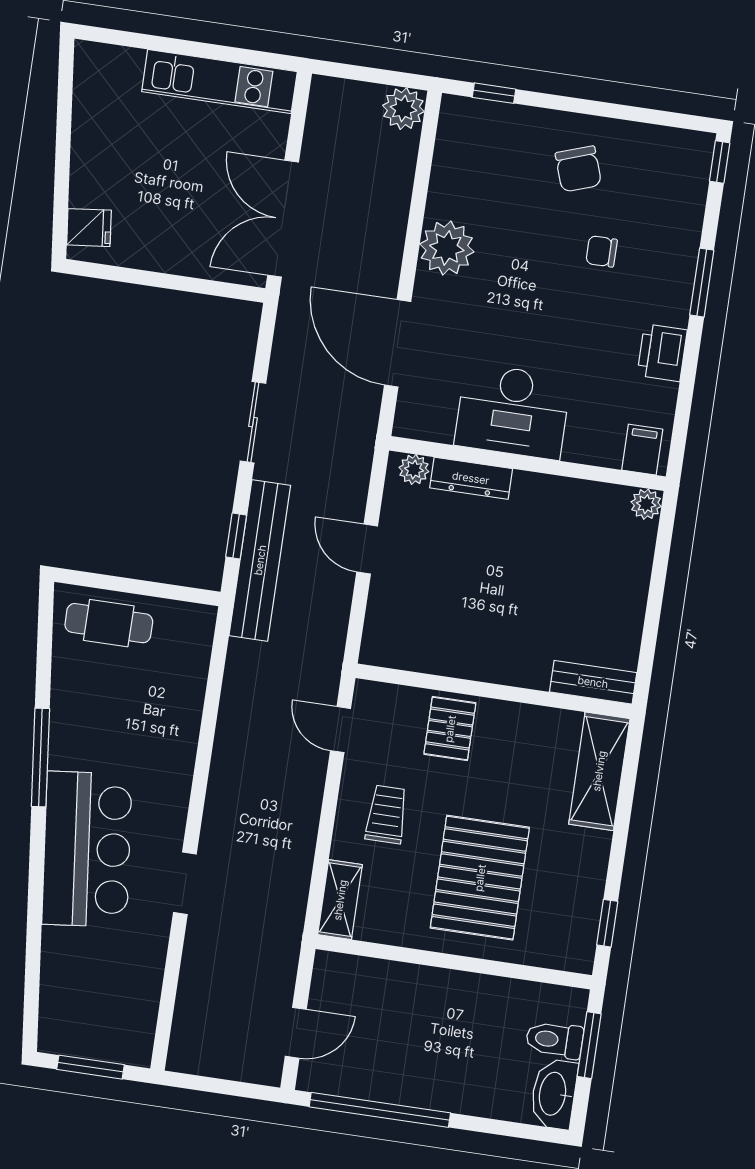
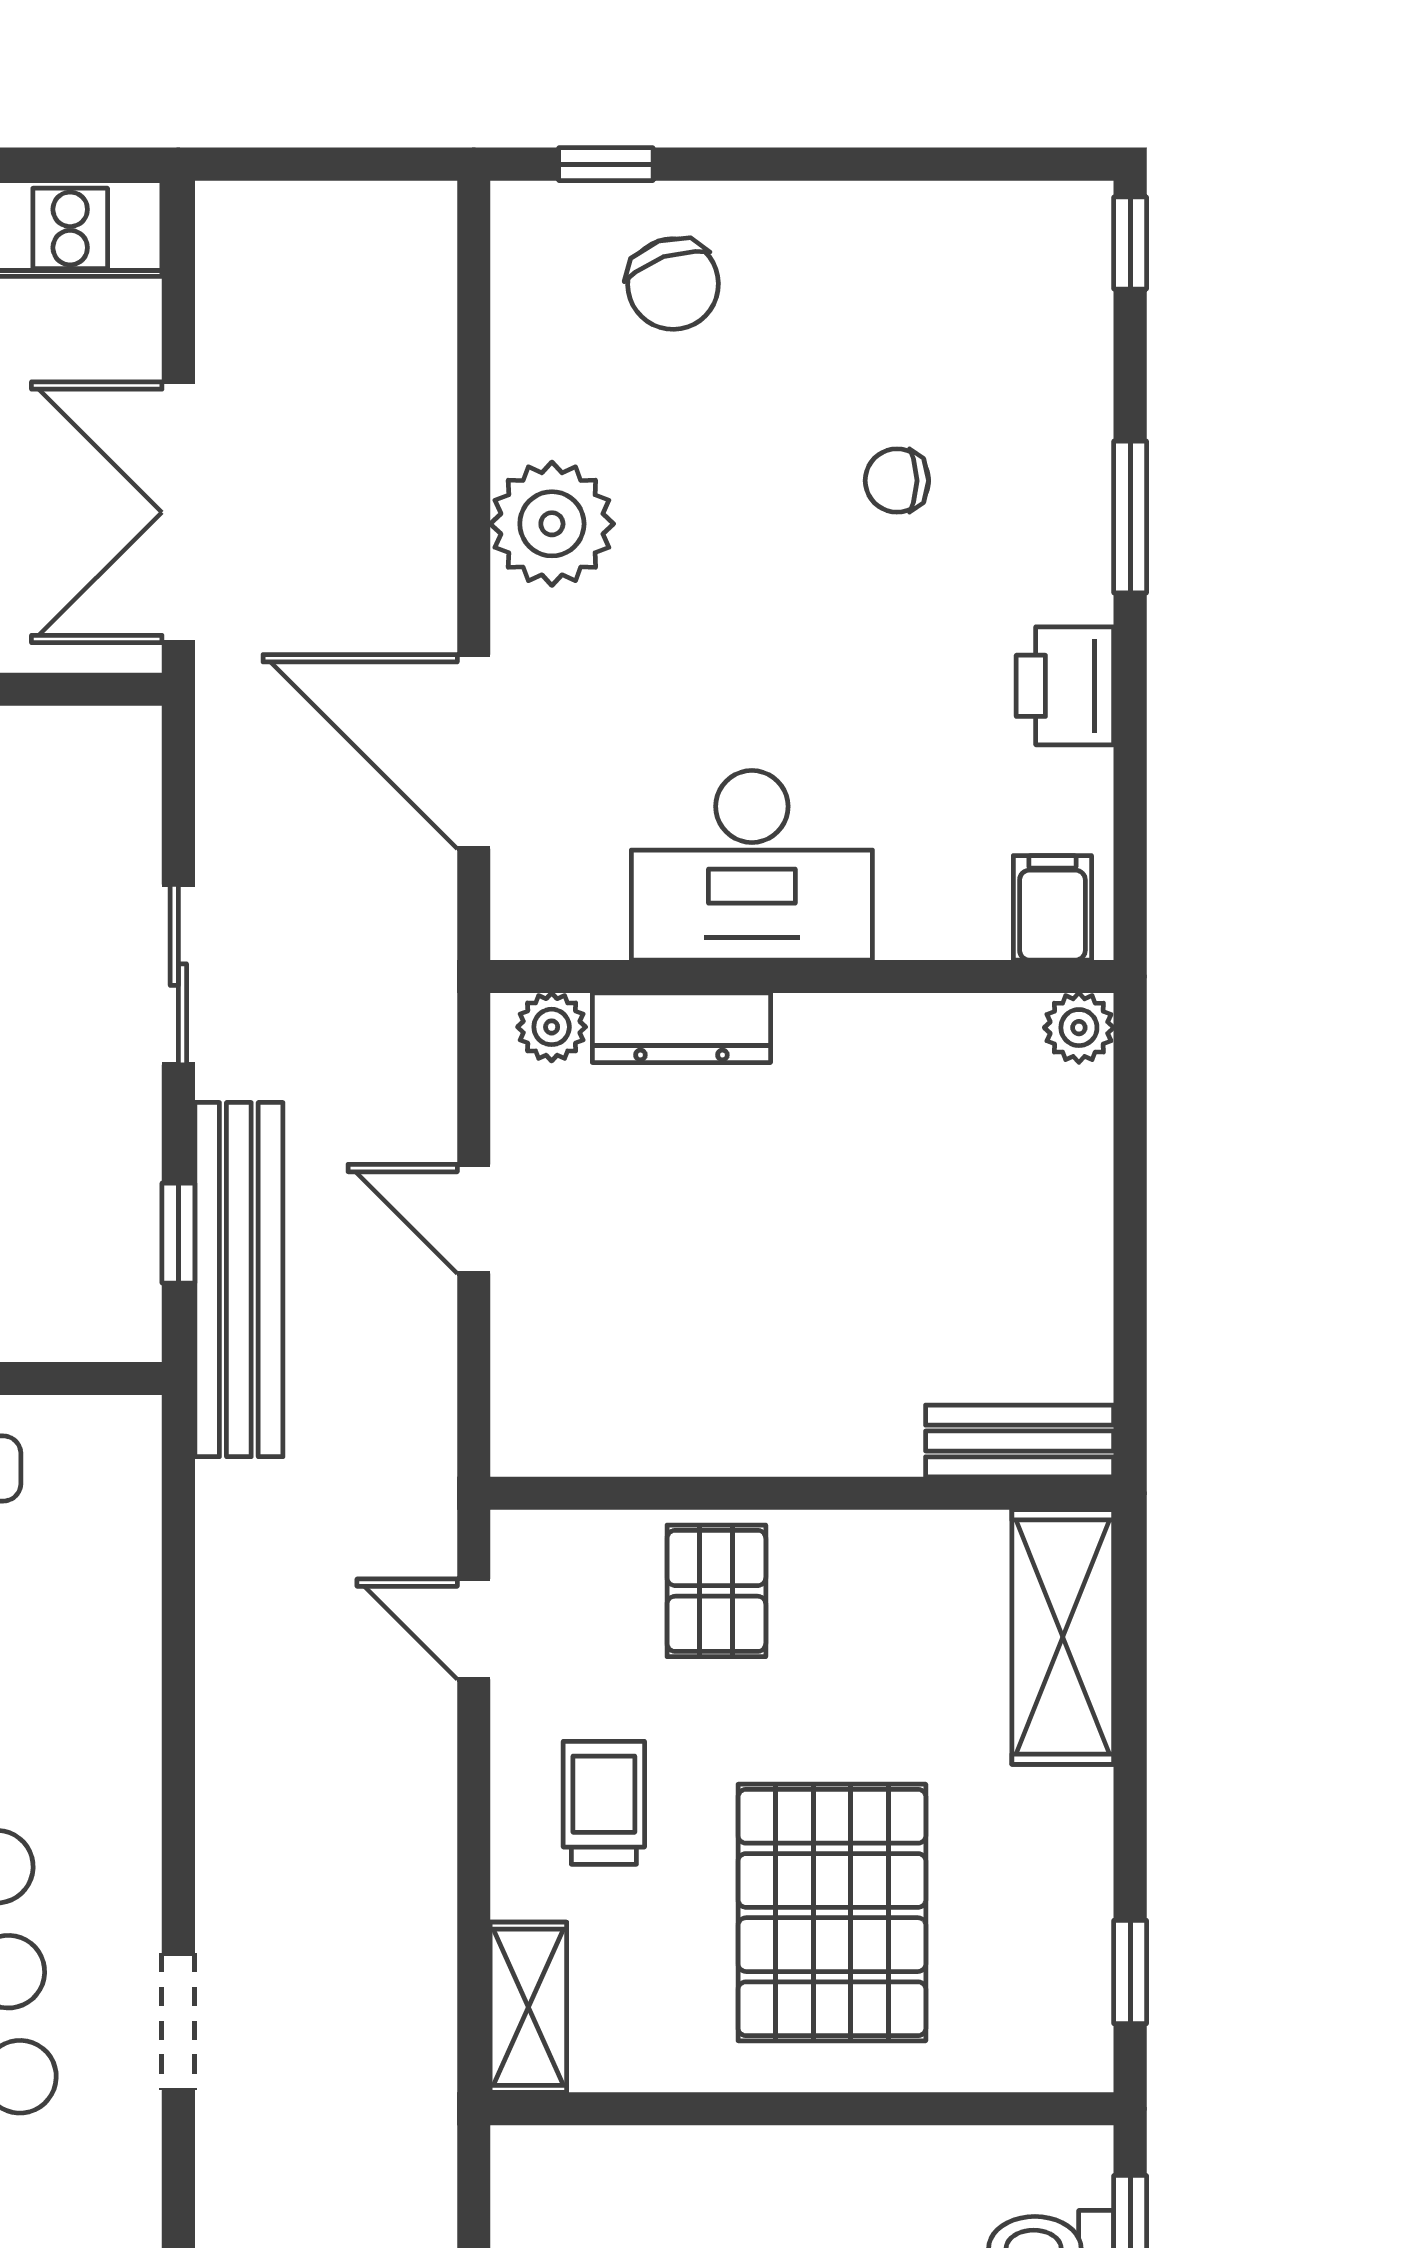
plant: (403, 109) -> (410, 228), removed
chair: (578, 169) -> (673, 284), moved

